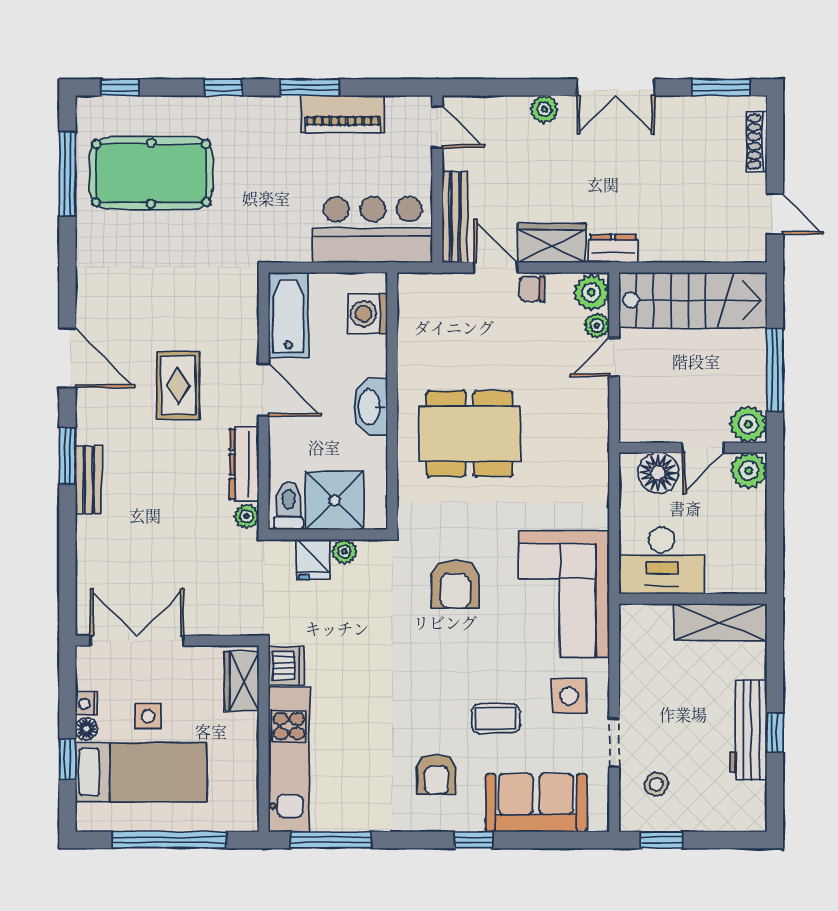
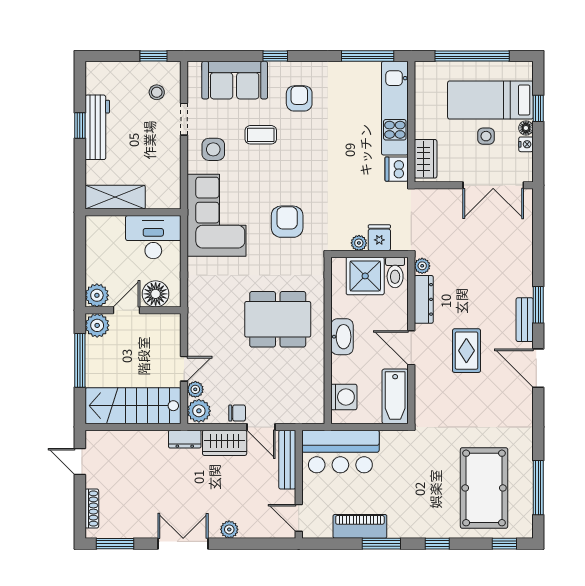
pool table: (151, 173) -> (484, 488), turned 90
bench: (88, 480) -> (525, 320), moved

